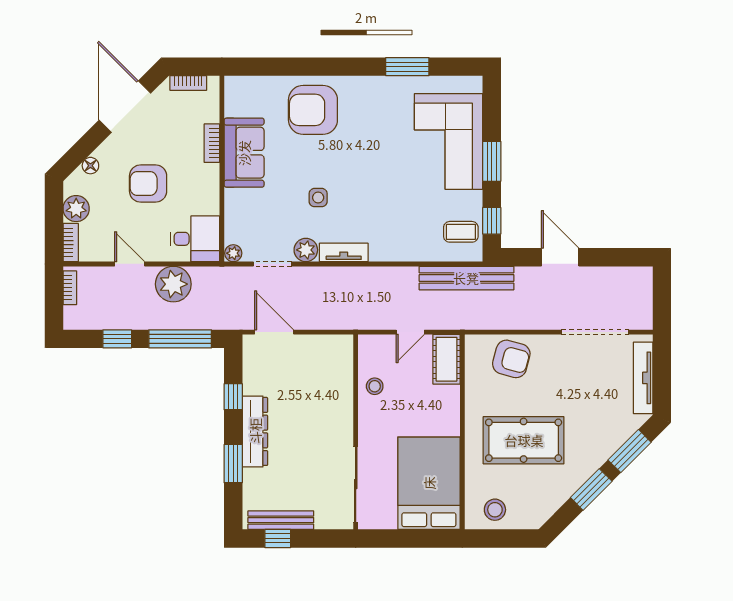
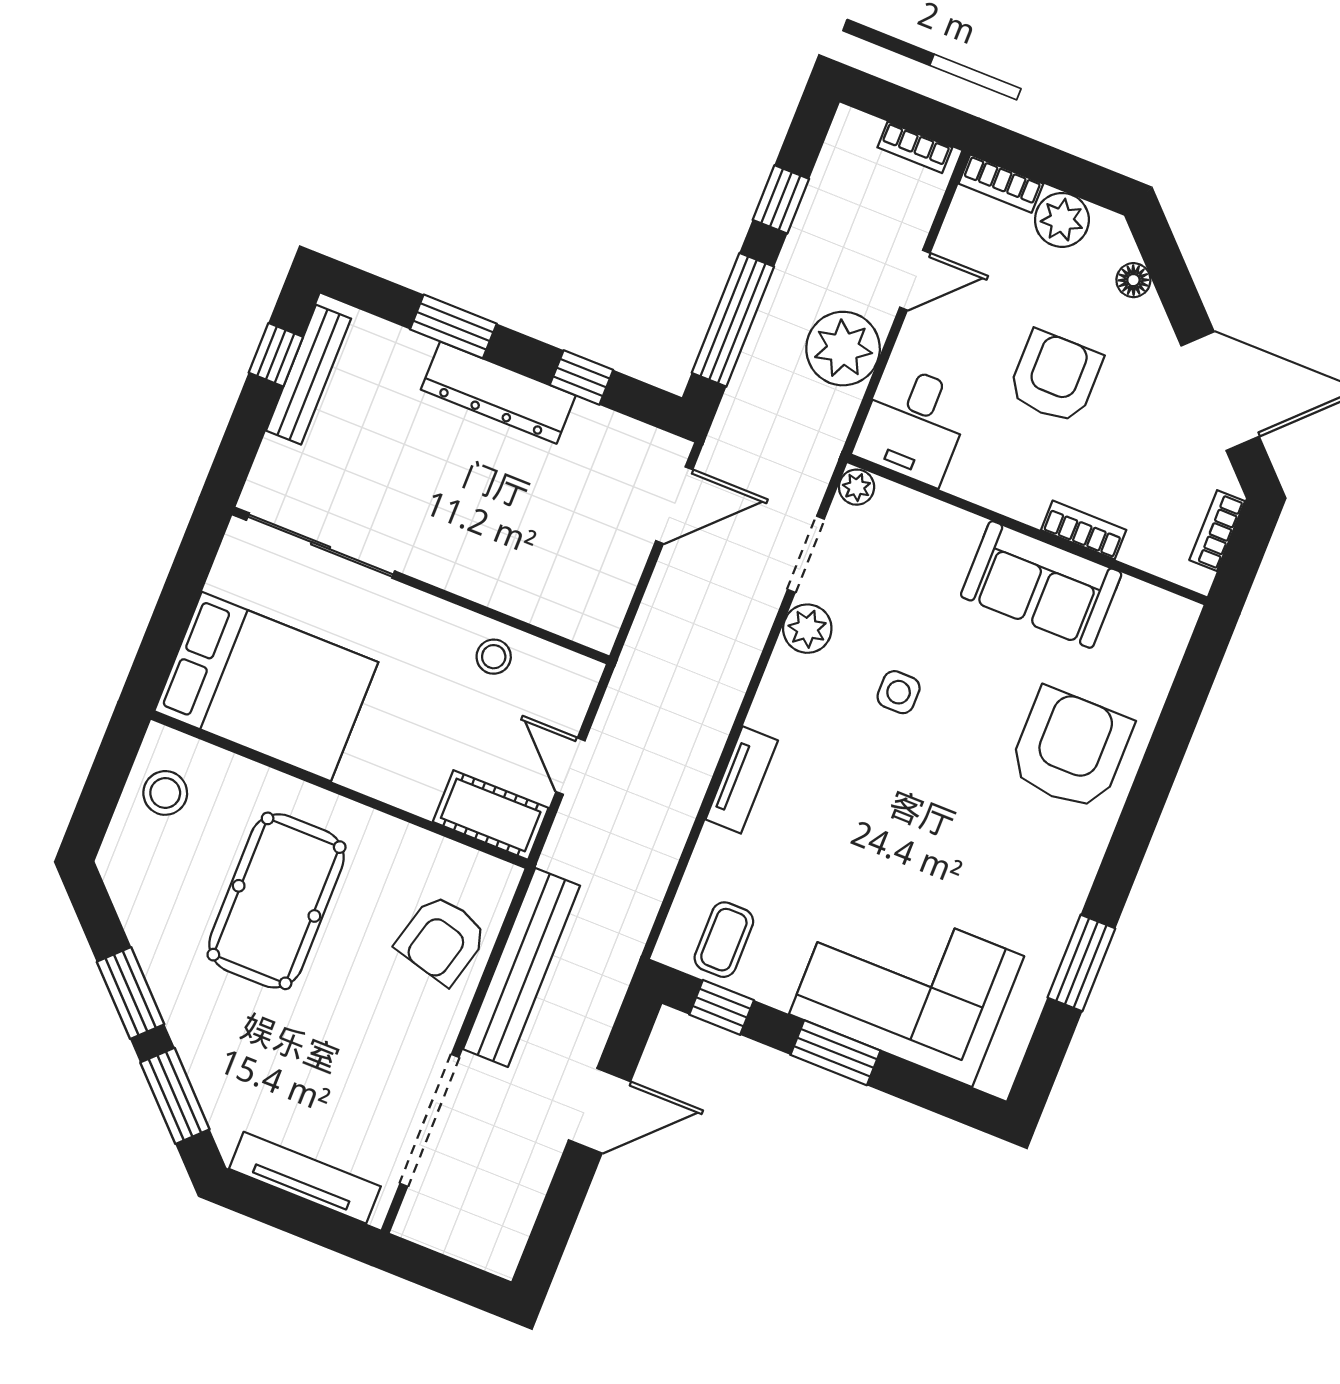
tv unit: (344, 252) -> (742, 780), moved
bench: (466, 278) -> (521, 967), moved

